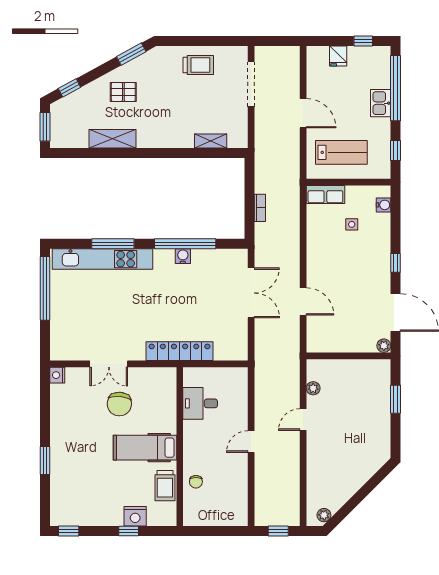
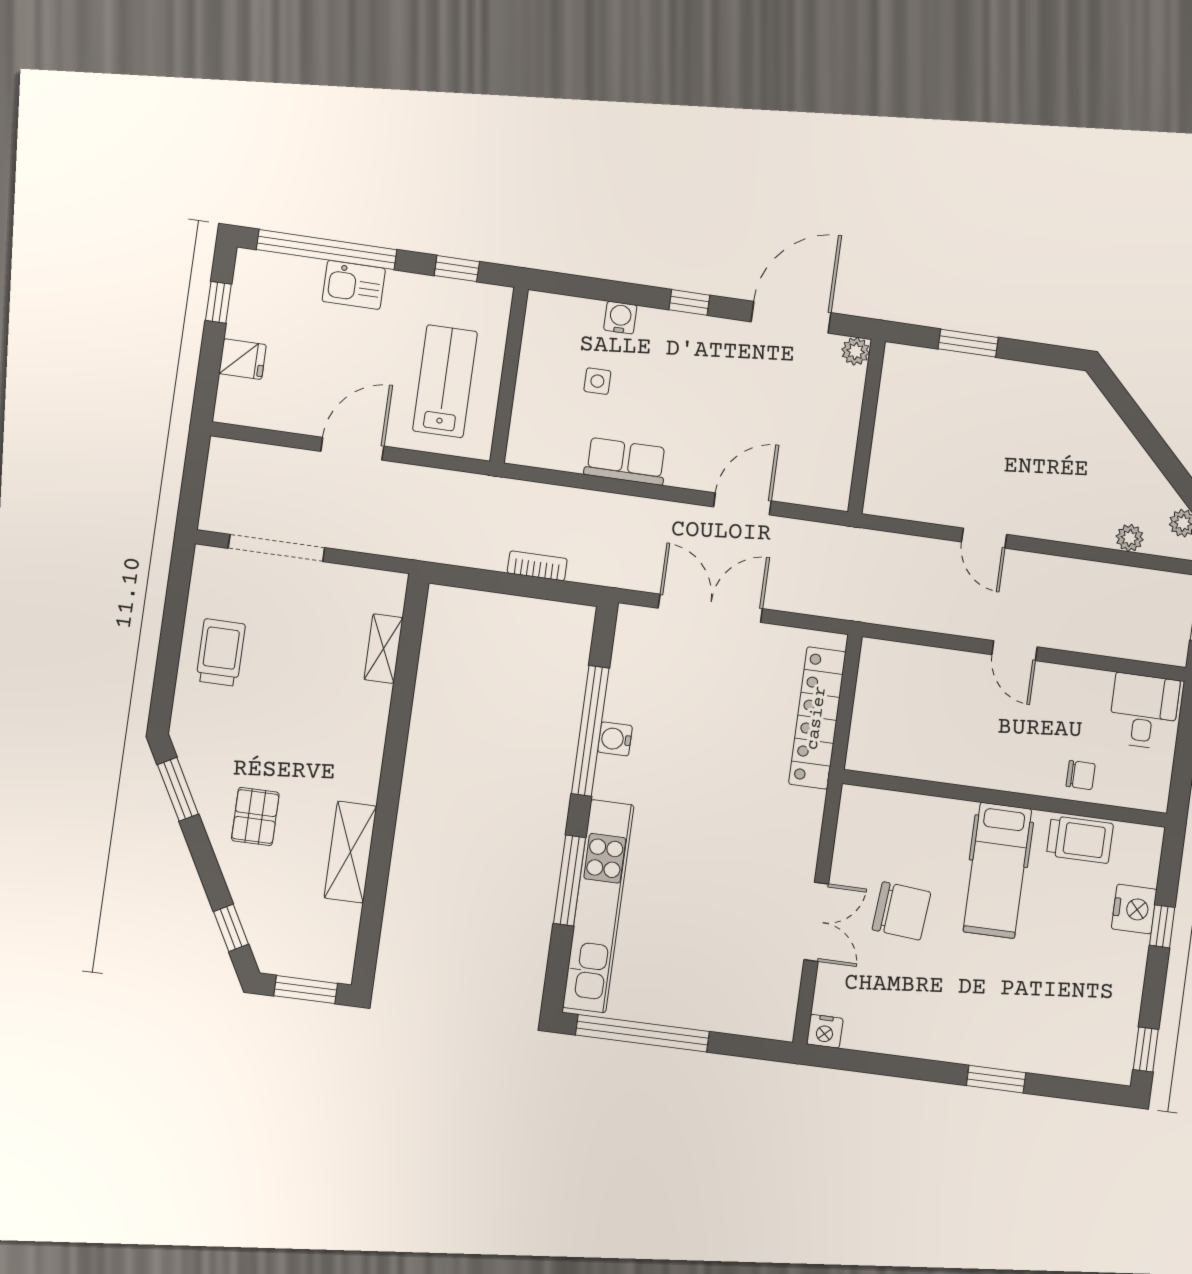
row of seats: (325, 195) -> (626, 461), moved, turned -90
water cooler: (384, 205) -> (620, 318), moved
locker: (180, 351) -> (817, 718), moved
plant: (313, 388) -> (1130, 538), moved
desk: (200, 403) -> (1144, 711), moved, turned 180

